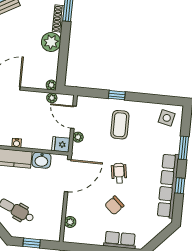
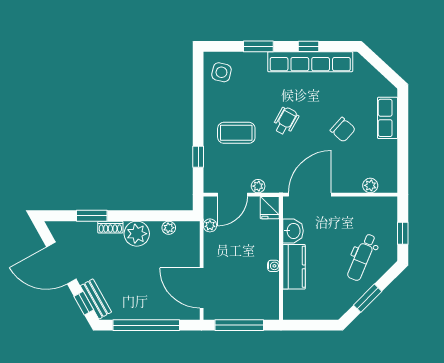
shoe rack: (58, 19) -> (110, 227), width x0.70
plant: (51, 85) -> (169, 228), moved
window: (117, 95) -> (198, 157), moved
wheelchair: (119, 173) -> (286, 121), moved, turned 128
door: (68, 176) -> (310, 195), hinge flipped

